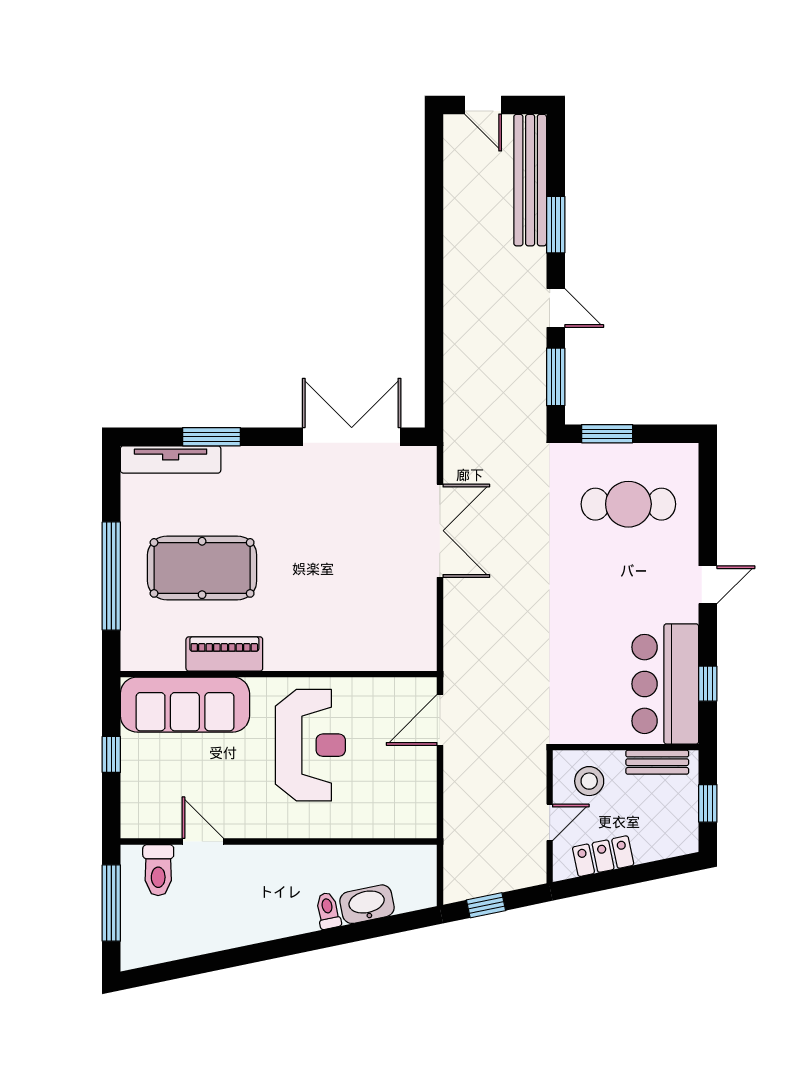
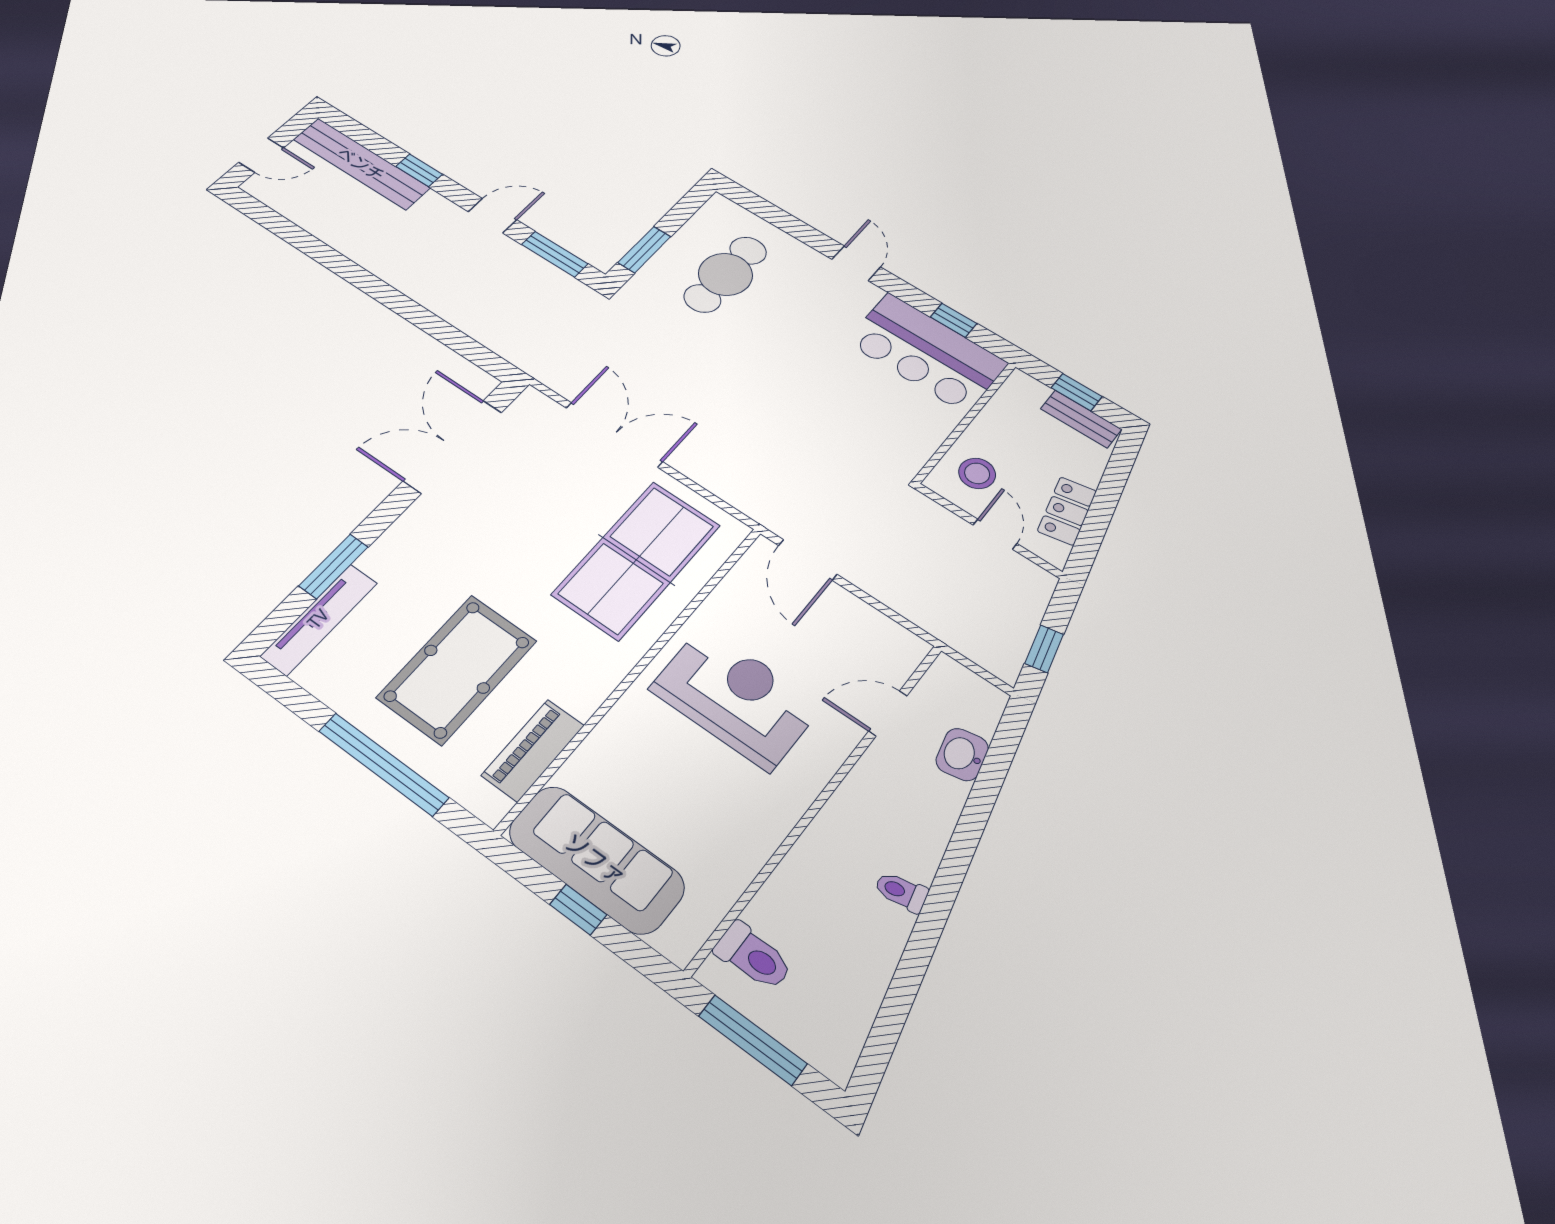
window: (556, 225) -> (419, 170), width x0.67
table tennis table: (359, 616) -> (636, 560), added
piano: (224, 654) -> (533, 750), moved
sofa: (185, 705) -> (596, 859), moved, turned -90
bench: (657, 762) -> (1081, 419), moved, turned 90
door: (203, 842) -> (888, 713), moved
washbasin: (367, 904) -> (962, 754), width x0.72
toilet: (328, 911) -> (901, 892), moved

